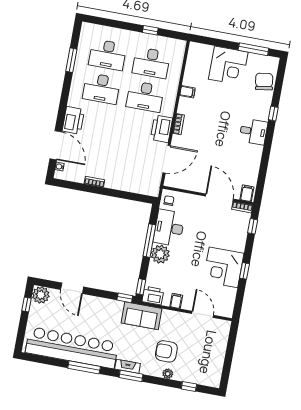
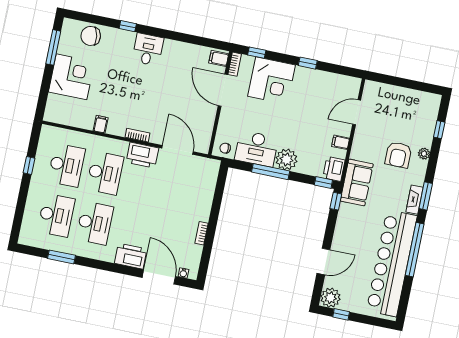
door: (56, 145) -> (159, 277), hinge flipped
door: (219, 198) -> (223, 90), hinge flipped
corner desk: (223, 267) -> (272, 81), moved
window: (84, 367) -> (415, 250), width x1.46

